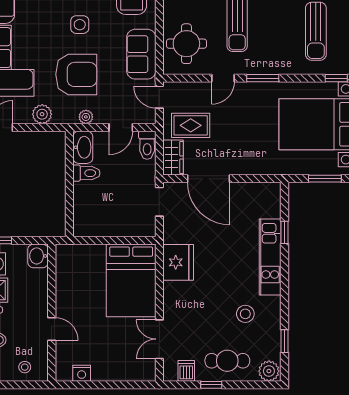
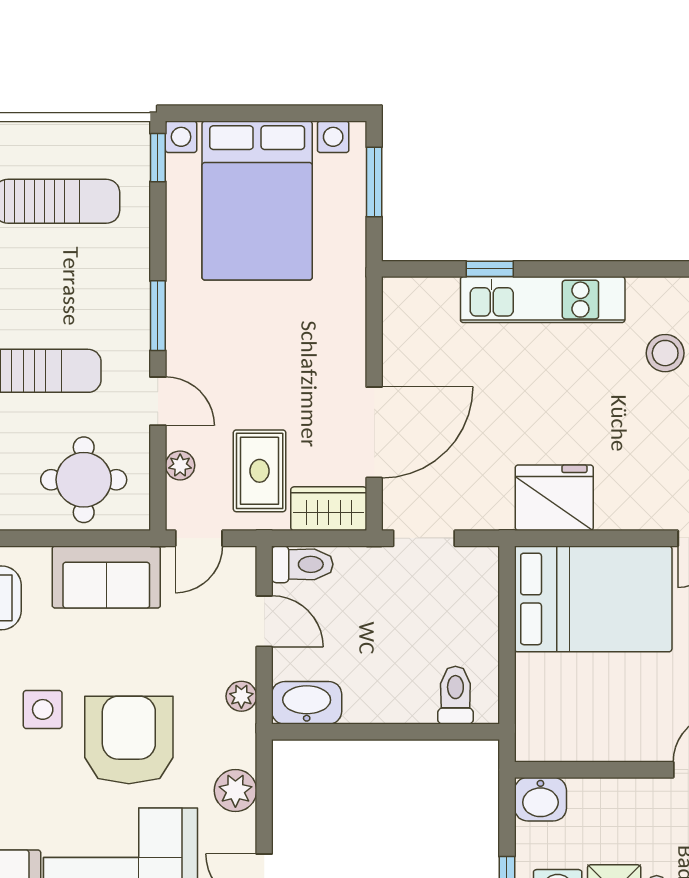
armchair: (76, 74) -> (129, 740), moved
plant: (193, 88) -> (180, 465), added
toilet: (86, 173) -> (455, 695), moved

